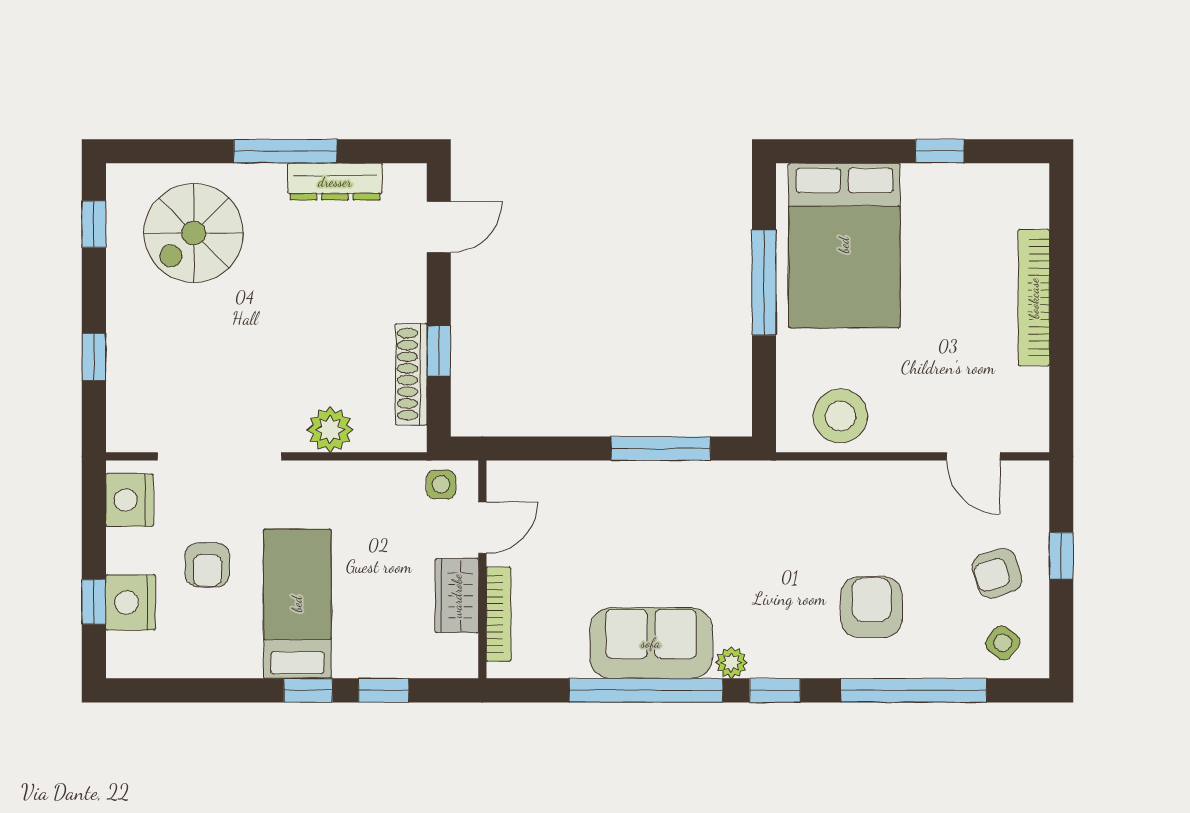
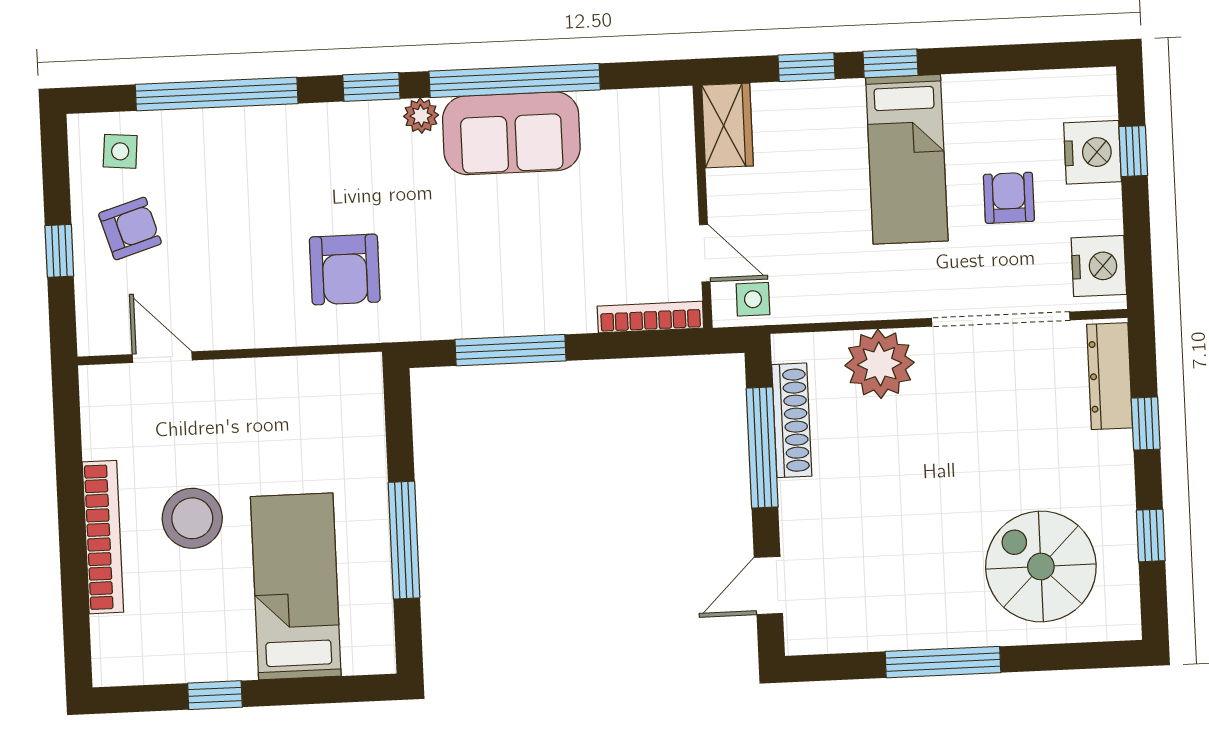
dresser: (335, 182) -> (1110, 376), moved, turned -90
window: (94, 224) -> (1151, 535), moved
spiral stairs: (194, 233) -> (1041, 567), turned -90
bed: (844, 245) -> (296, 586), width x0.67
window: (439, 351) -> (762, 448), width x2.17
stool: (840, 416) -> (192, 518), moved
plant: (330, 430) -> (880, 364), width x1.36, depth x1.36
door: (482, 528) -> (705, 253), swing flipped
wardrobe: (457, 596) -> (727, 125), moved
armchair: (871, 607) -> (345, 269), moved
bookcase: (499, 614) -> (650, 317), moved, turned 90
side table: (1003, 643) -> (120, 151), turned -33

